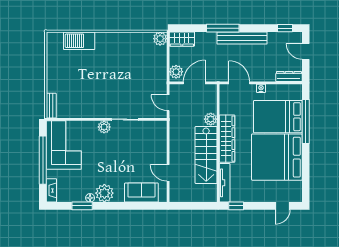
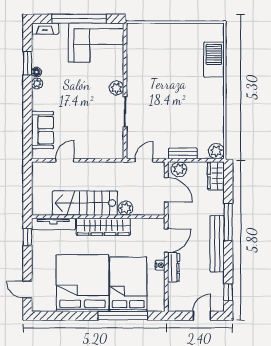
dresser: (289, 77) -> (173, 267), moved
bench: (51, 106) -> (183, 153), moved
plant: (104, 193) -> (37, 84), width x0.53, depth x0.53

